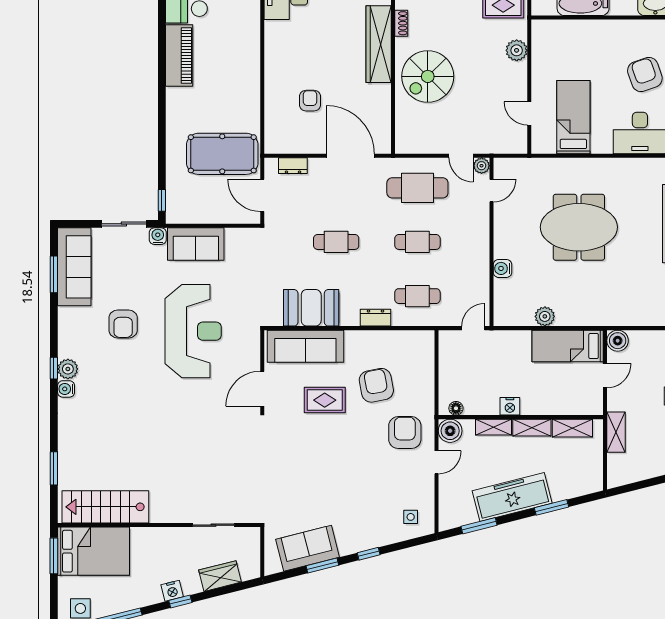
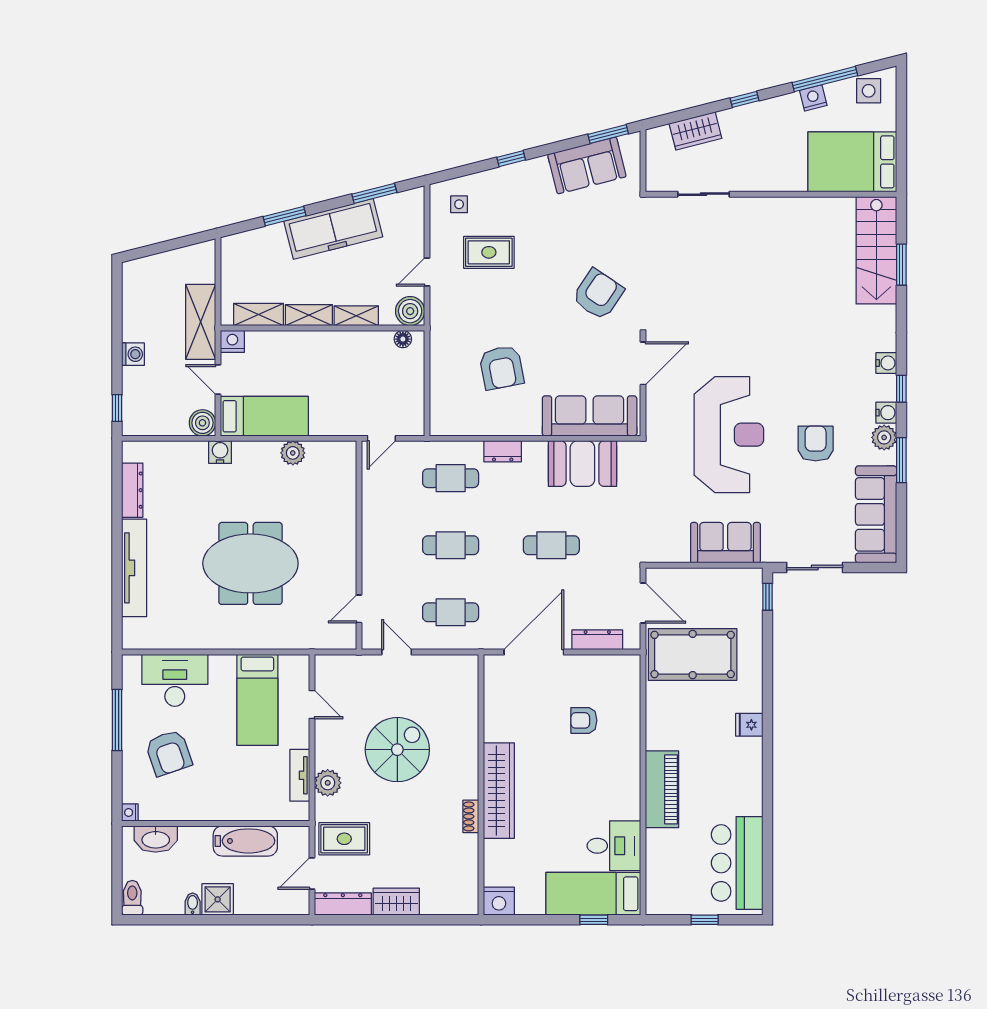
piano: (179, 56) -> (662, 789), moved, turned 180
tv unit: (539, 56) -> (300, 775), added
spiral stairs: (428, 76) -> (397, 750), moved
fridge: (177, 97) -> (749, 725), added
armchair: (310, 101) -> (584, 720), turned 90
door: (350, 156) -> (534, 652), swing flipped
dresser: (293, 166) -> (597, 640), width x1.44
plant: (482, 166) -> (371, 640), removed
cafe table: (417, 188) -> (451, 612), width x0.73, depth x0.74
water cooler: (158, 236) -> (886, 413), moved, turned -90
water cooler: (502, 268) -> (220, 452), moved, turned -90
window: (54, 274) -> (901, 460), moved
reception desk: (193, 331) -> (729, 435), turned 180
plant: (68, 369) -> (884, 437), moved
door: (605, 376) -> (218, 379), hinge flipped
rug: (325, 400) -> (489, 252), moved
nightstand: (510, 406) -> (232, 341), moved
shelving: (616, 432) -> (201, 322), width x1.50, depth x1.33
armchair: (405, 433) -> (598, 294), moved, turned -146
stairs: (105, 507) -> (876, 250), moved, turned 90
window: (54, 556) -> (901, 156), removed
window: (322, 565) -> (608, 134), moved
nightstand: (172, 591) -> (813, 98), moved

